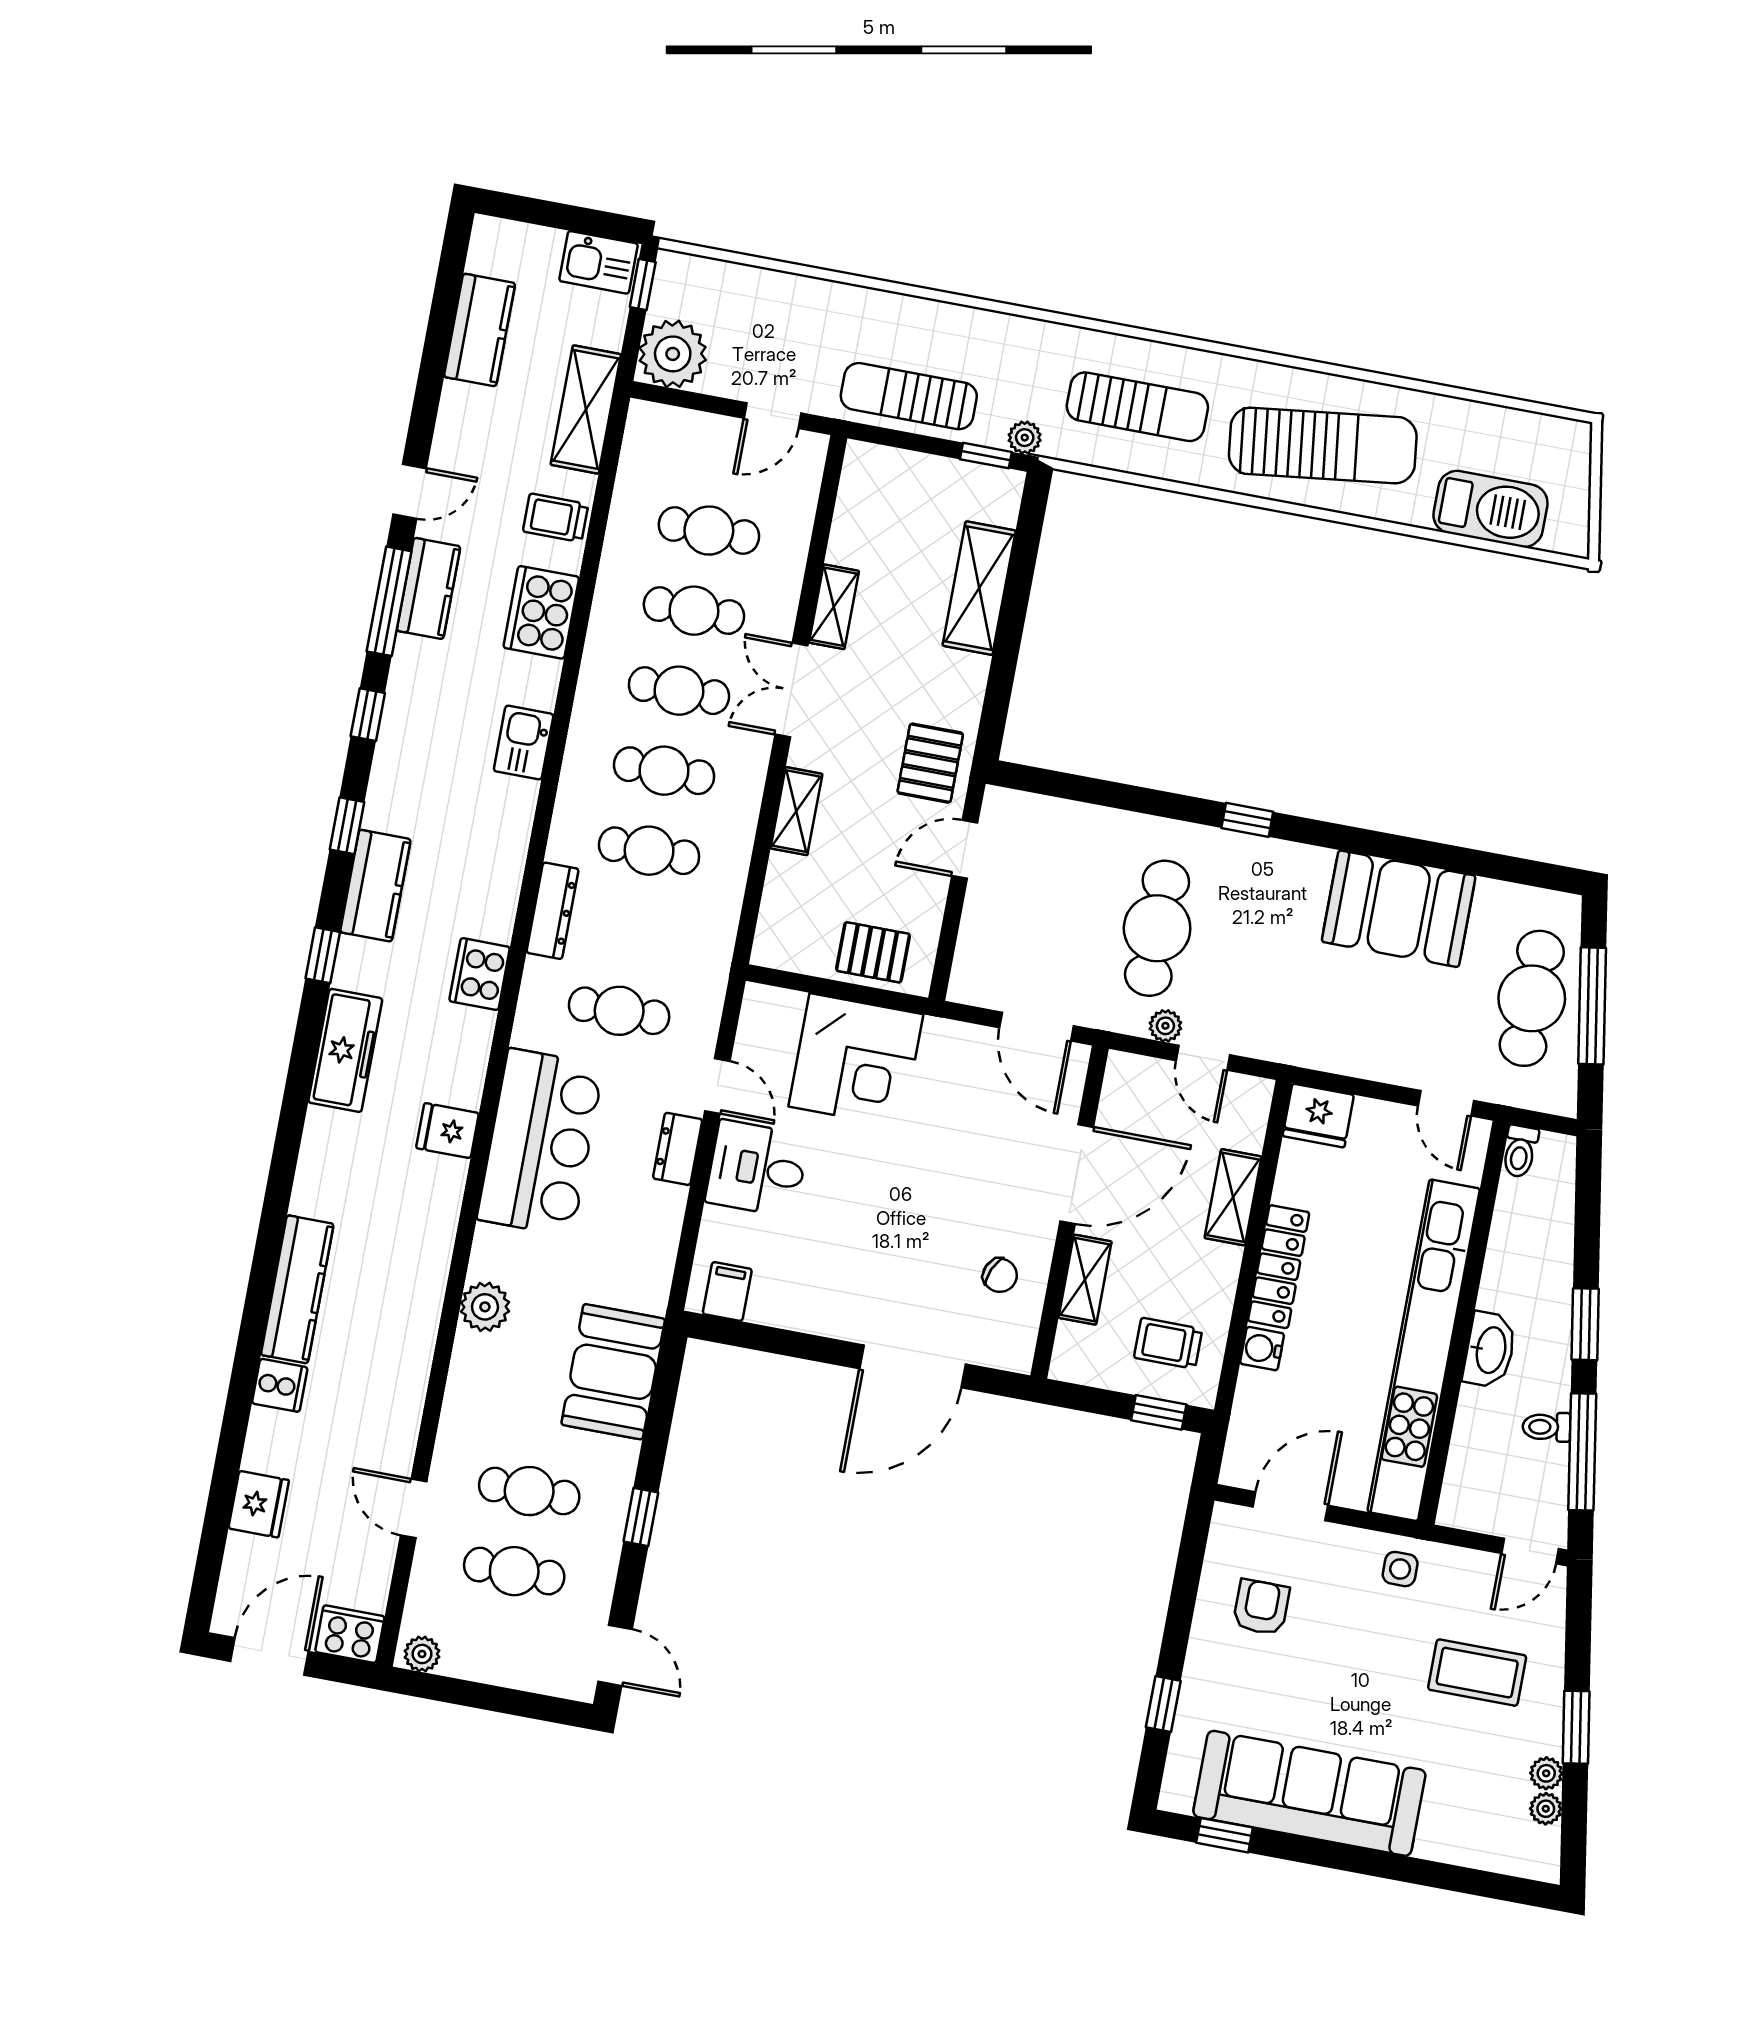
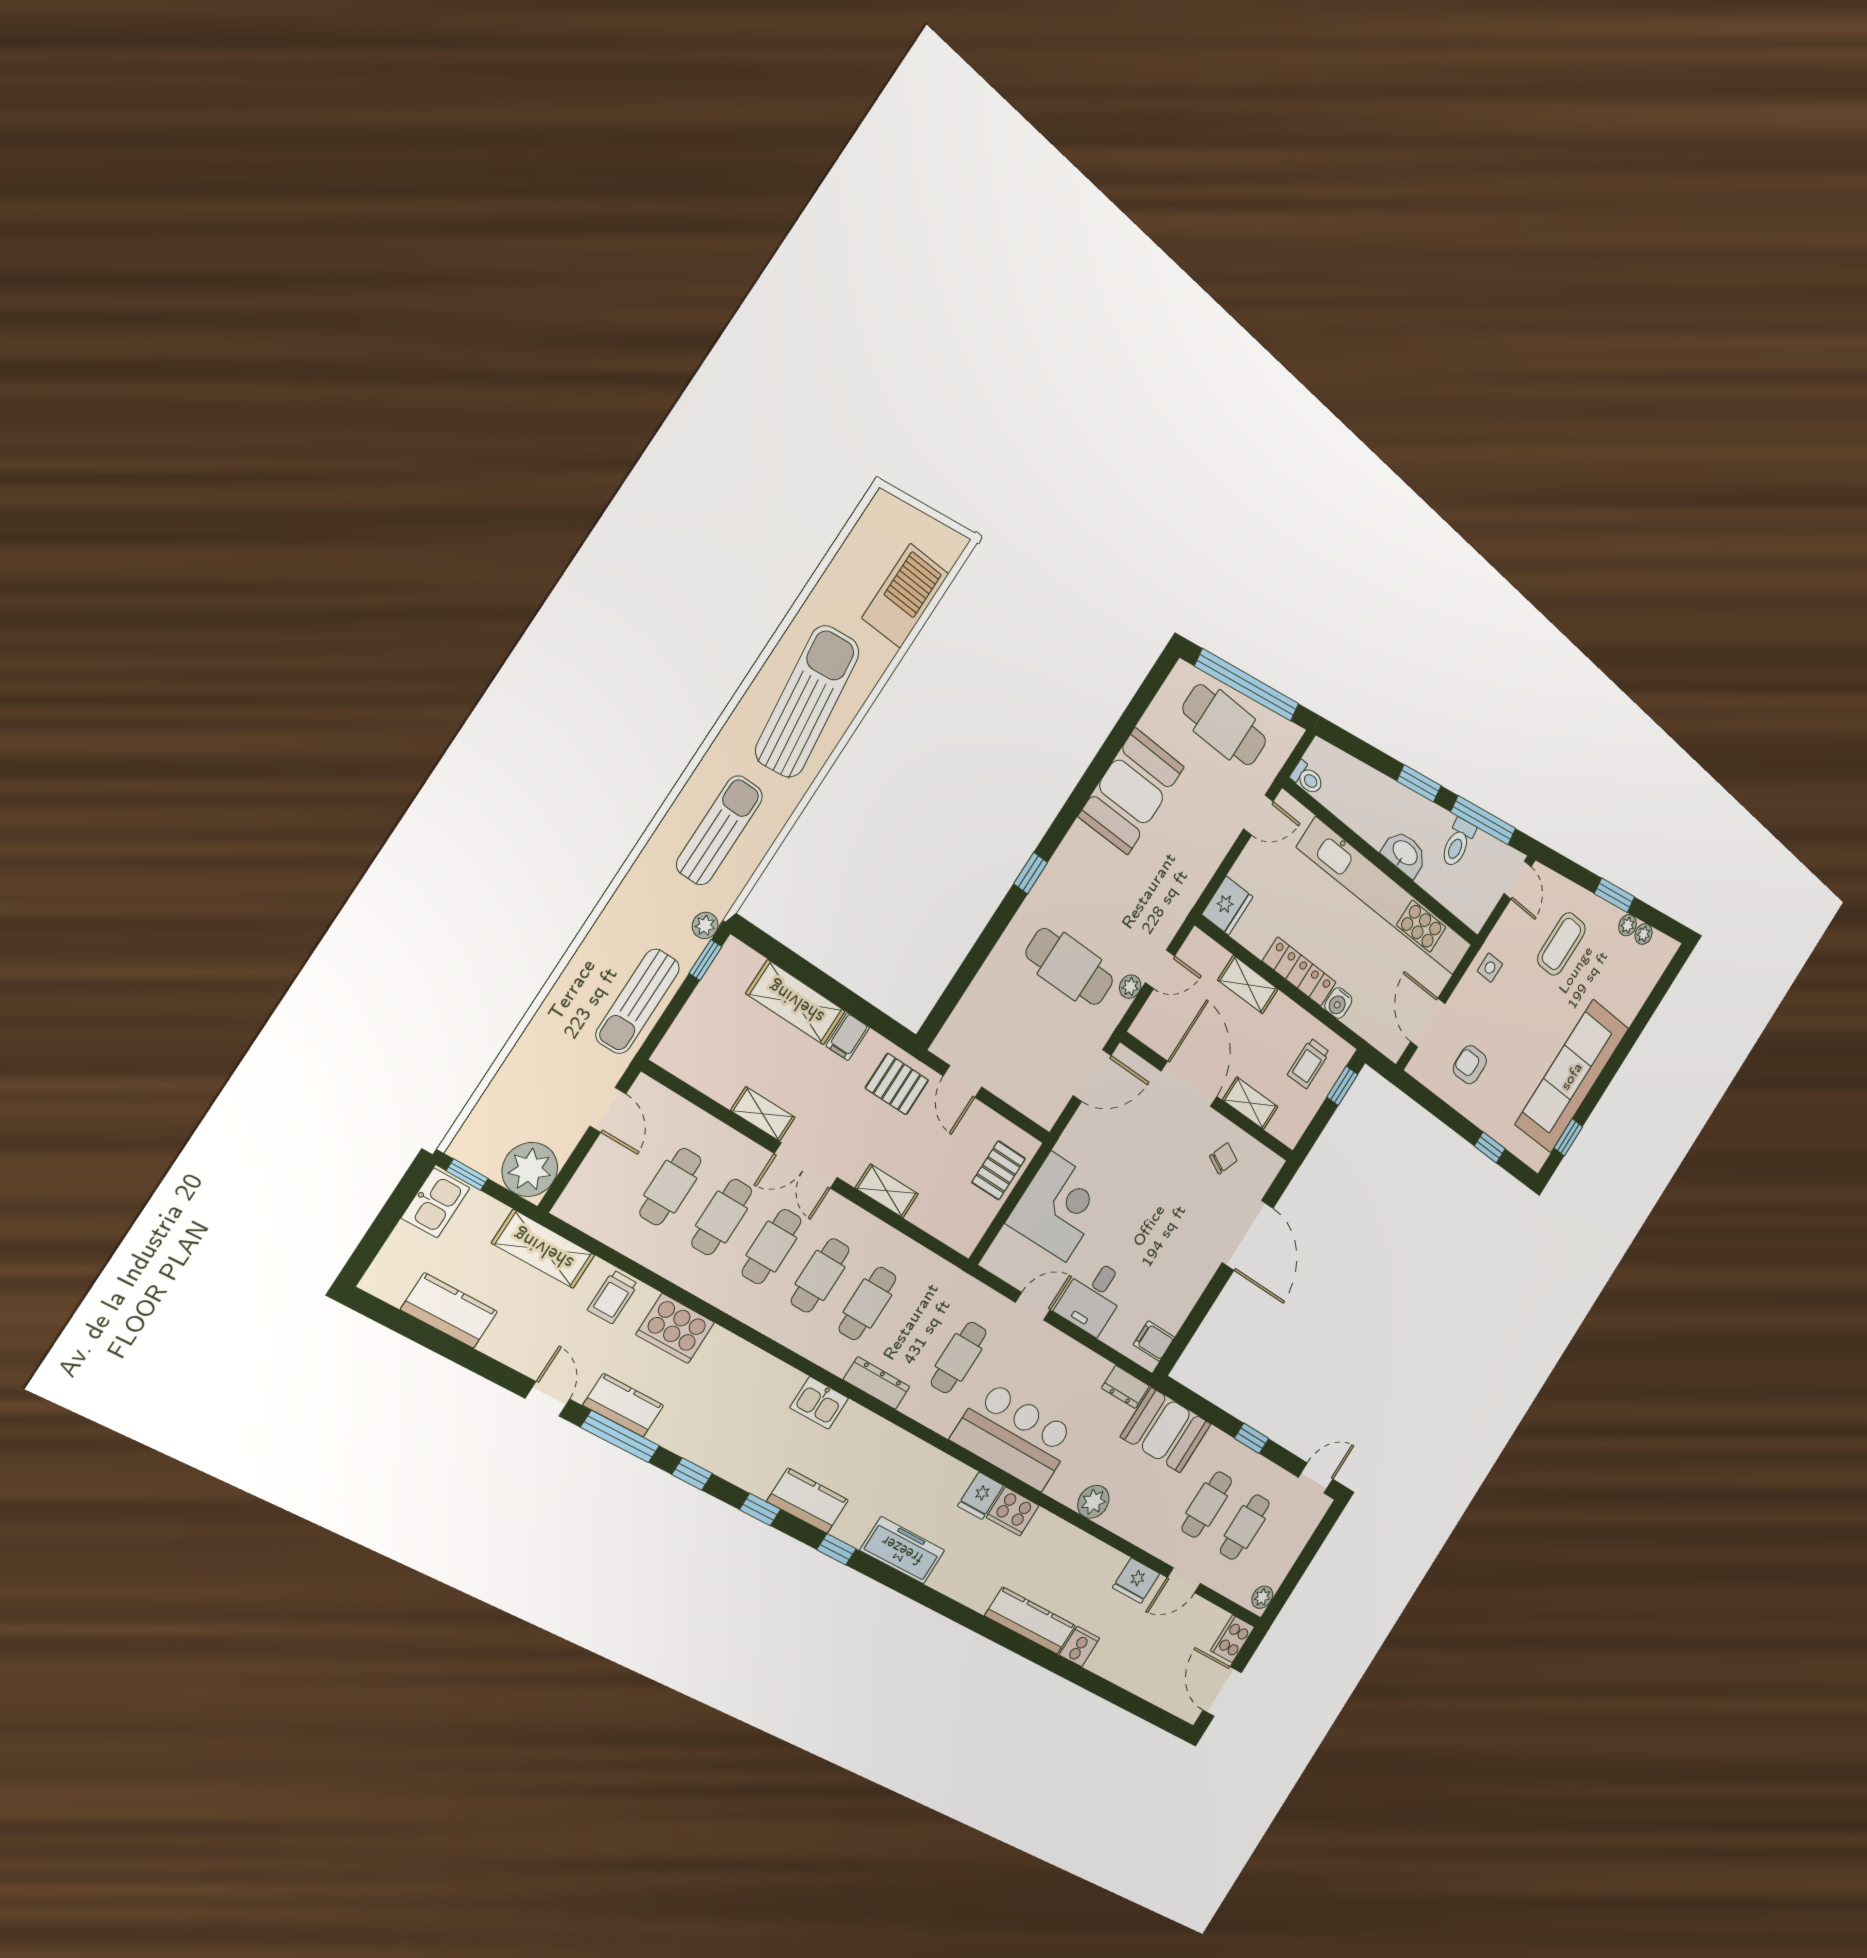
filing cabinet: (963, 672) -> (848, 1037), added
kitchen sink: (524, 743) -> (819, 1403), moved
cooker: (480, 974) -> (1013, 1511), moved
window: (1592, 1006) -> (1247, 685), width x1.46
dresser: (678, 1149) -> (1126, 1387), moved
toilet: (1546, 1427) -> (1458, 843), width x1.37, depth x1.39
fridge: (259, 1504) -> (1136, 1581), moved, turned 180

